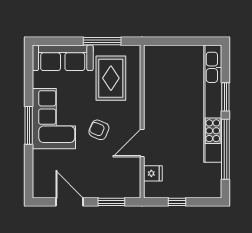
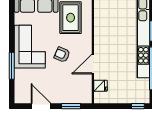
window: (29, 125) -> (12, 66), moved
window: (177, 202) -> (138, 106), moved

